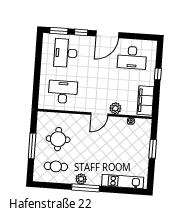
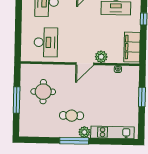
desk: (63, 92) -> (46, 42), turned 90
cafe table: (56, 166) -> (72, 116), moved
plant: (81, 179) -> (84, 132), moved

